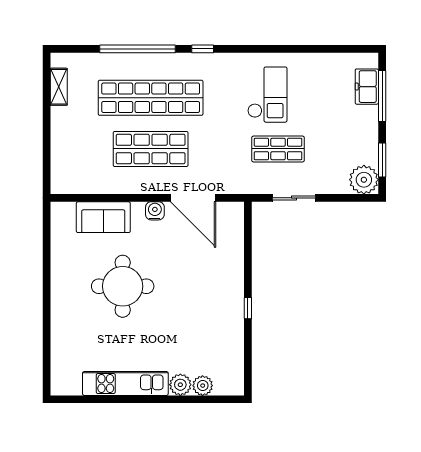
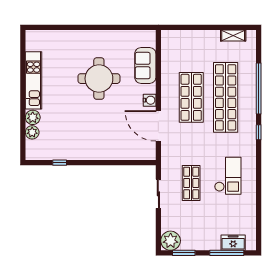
checkout: (267, 95) -> (228, 176), turned -90
door: (193, 198) -> (158, 126), hinge flipped
window: (248, 308) -> (60, 163), moved

